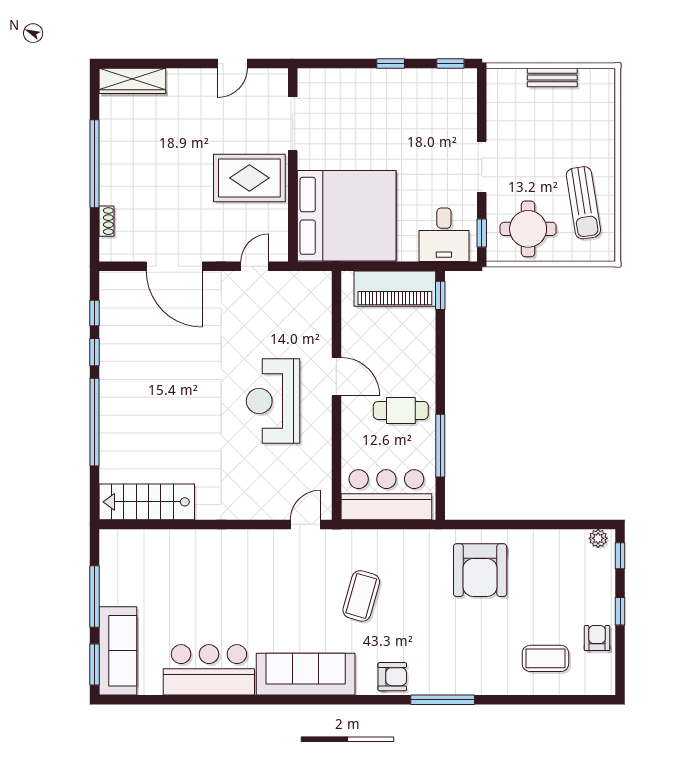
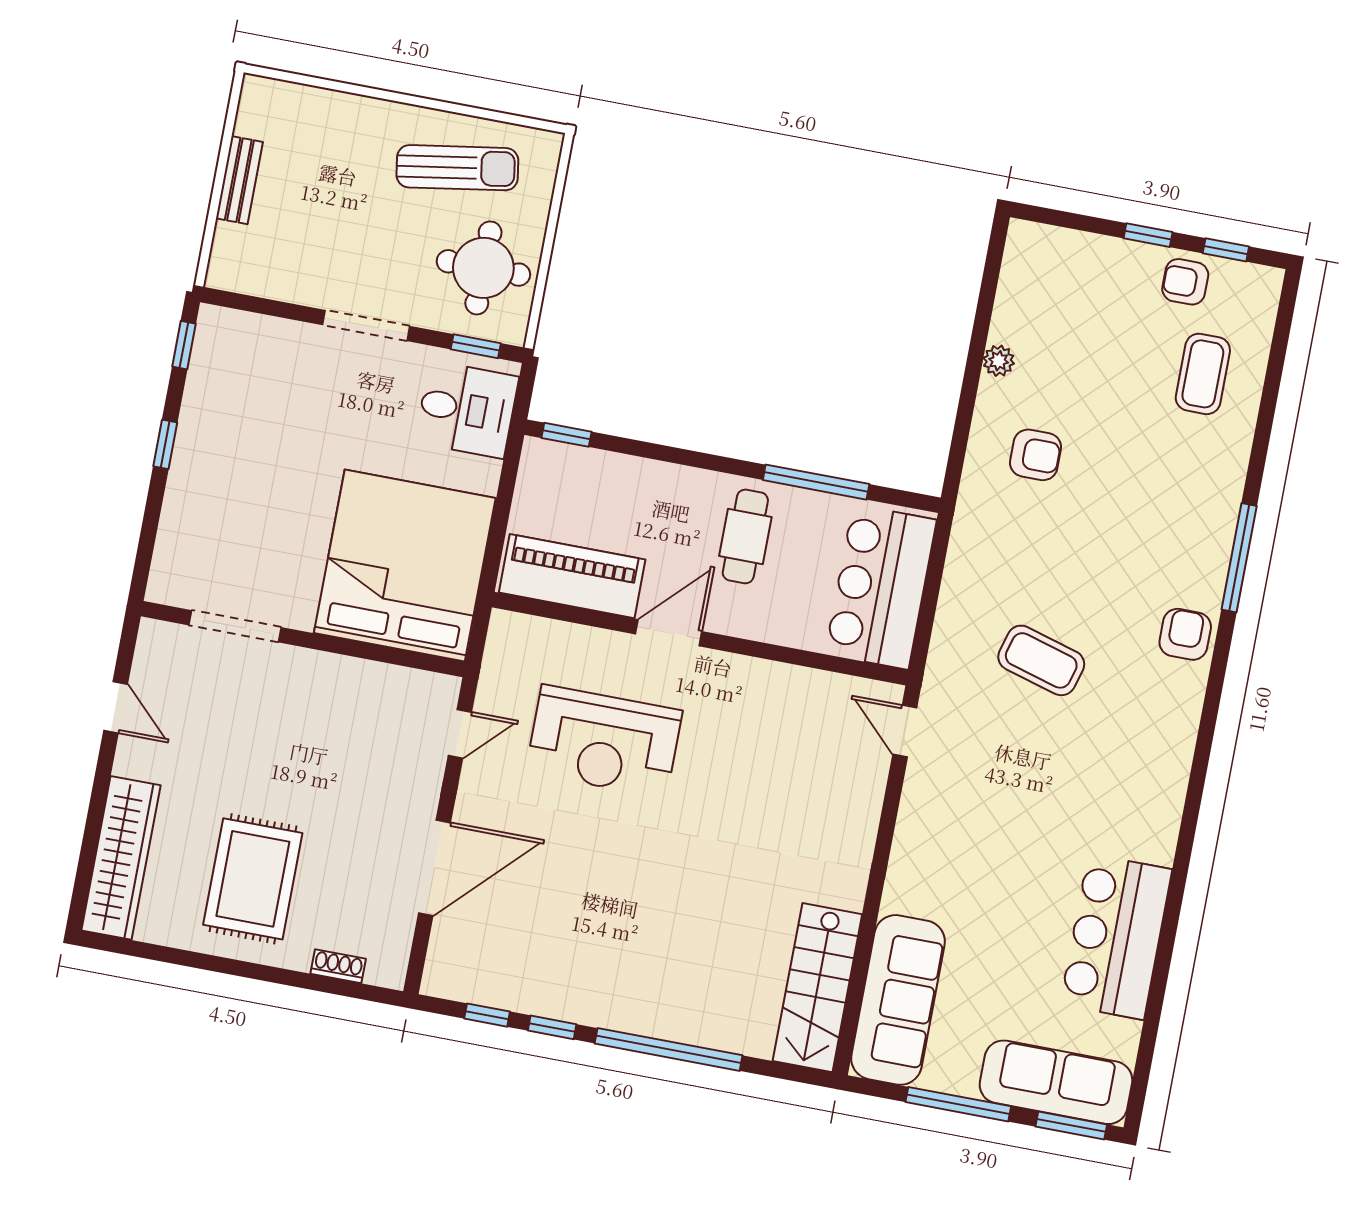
wardrobe: (132, 81) -> (121, 858), width x1.40, depth x1.17
window: (94, 164) -> (239, 968), removed
rug: (249, 178) -> (253, 879), moved
door: (255, 266) -> (460, 734), swing flipped
piano: (395, 289) -> (572, 576), moved, turned -90
reception desk: (273, 401) -> (604, 741), moved
plant: (598, 538) -> (999, 361), moved
window: (620, 556) -> (1226, 250), moved
armchair: (480, 570) -> (1036, 455), width x0.53, depth x0.53
sofa: (306, 674) -> (898, 1000), moved, turned 180

